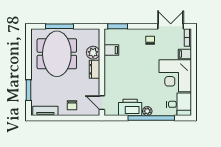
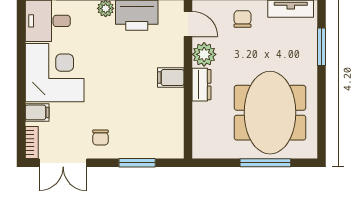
window: (118, 26) -> (137, 163), moved
filing cabinet: (111, 50) -> (171, 78), moved
plant: (93, 53) -> (204, 54), moved

